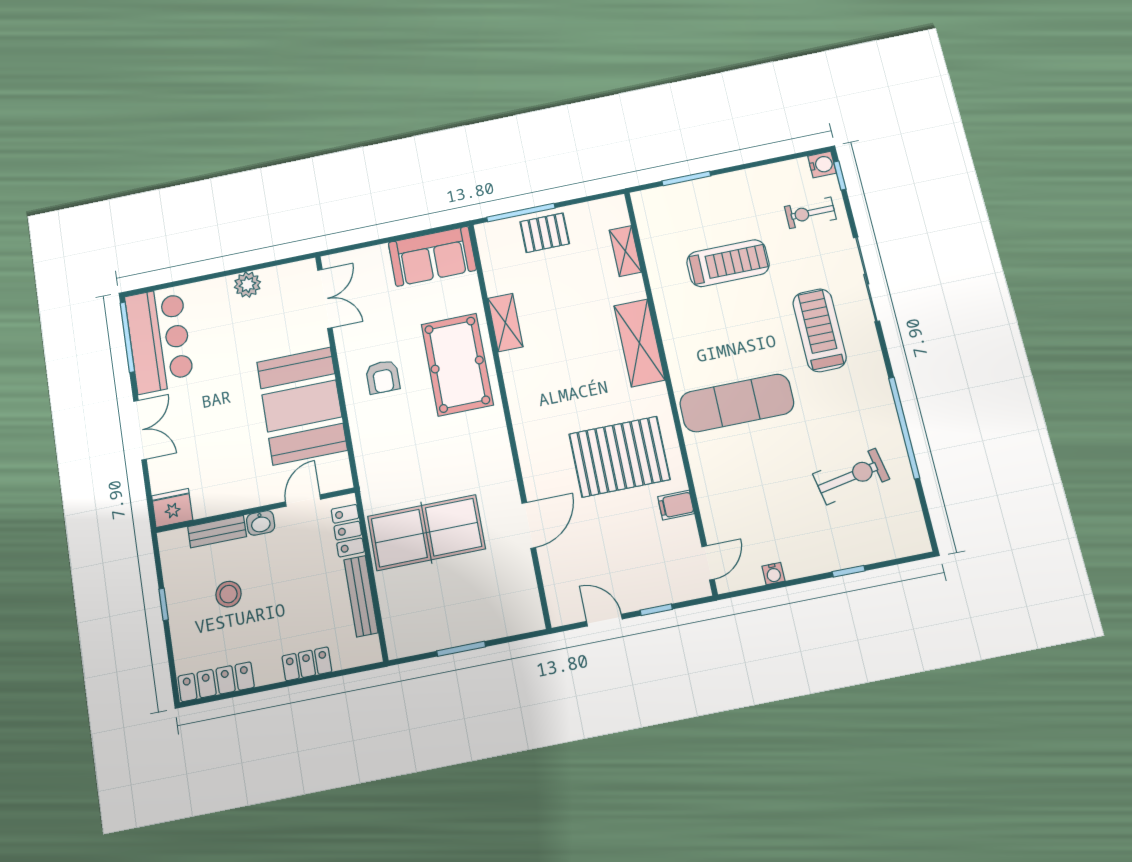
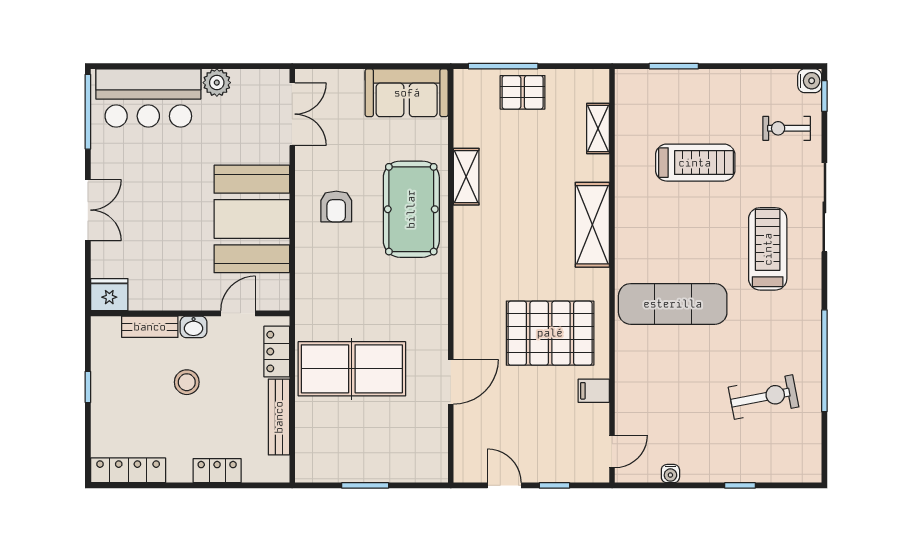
bar counter: (159, 340) -> (148, 98), moved, turned 90
stool: (229, 594) -> (187, 382), moved

